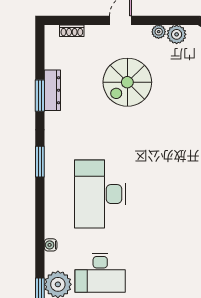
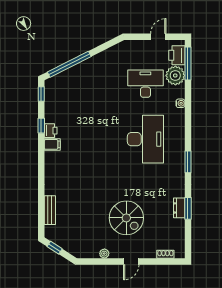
plant: (177, 34) -> (92, 252), removed
spiral stairs: (127, 82) -> (126, 218), turned 90
dresser: (52, 90) -> (179, 208), width x0.70

